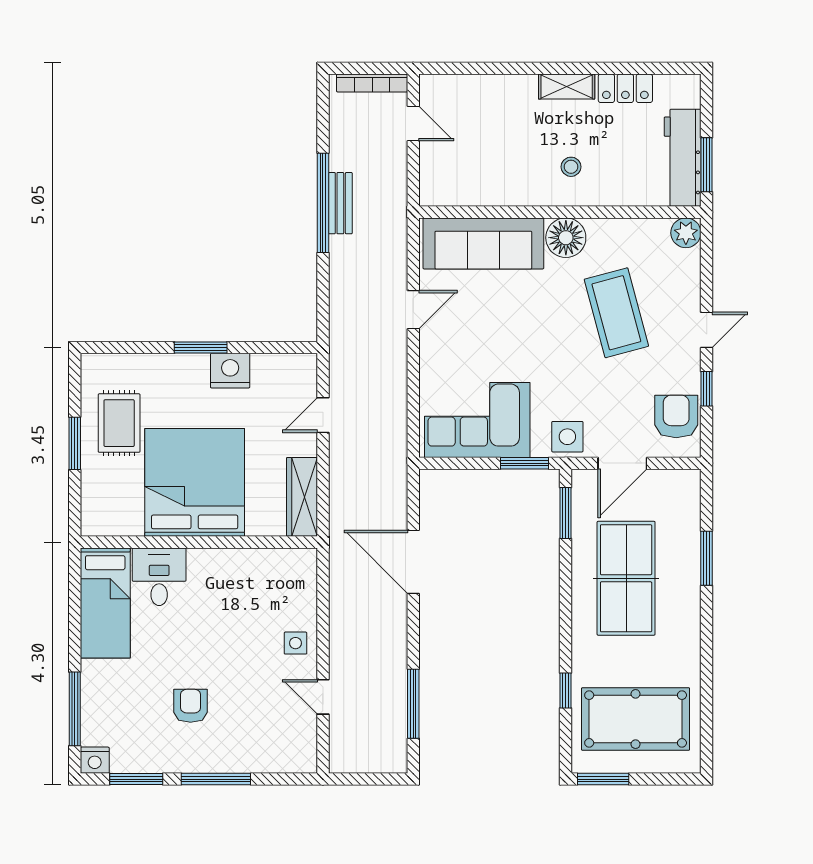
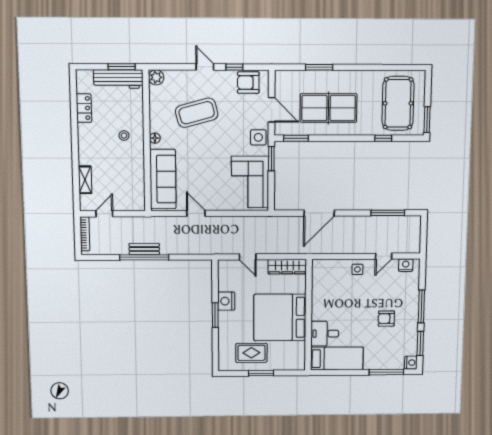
shelving: (567, 87) -> (85, 180), moved
floor lamp: (566, 238) -> (155, 138), width x0.53, depth x0.53
nightstand: (304, 744) -> (406, 265), added

